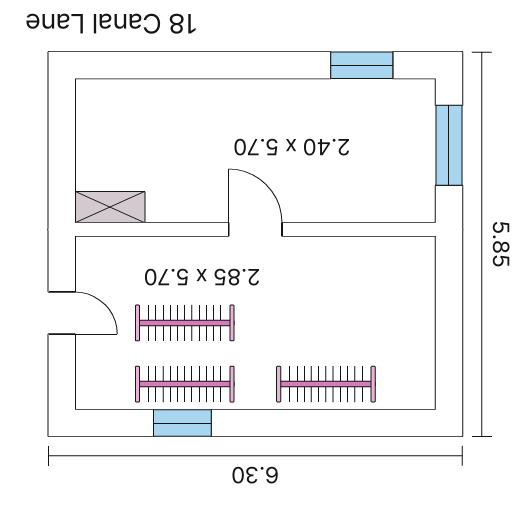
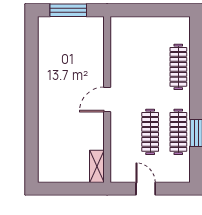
window: (362, 65) -> (32, 50), removed
door: (62, 313) -> (146, 189), hinge flipped

